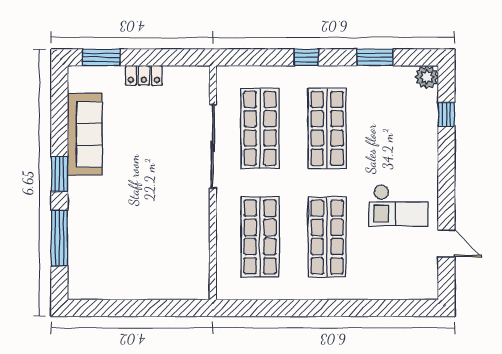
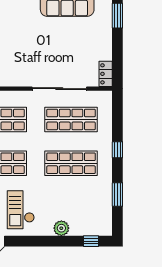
locker: (144, 75) -> (106, 74), moved
plant: (427, 77) -> (61, 228), moved
window: (446, 114) -> (91, 241), moved

